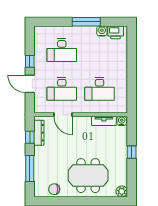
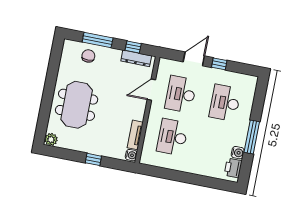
chair: (54, 189) -> (88, 56), moved

